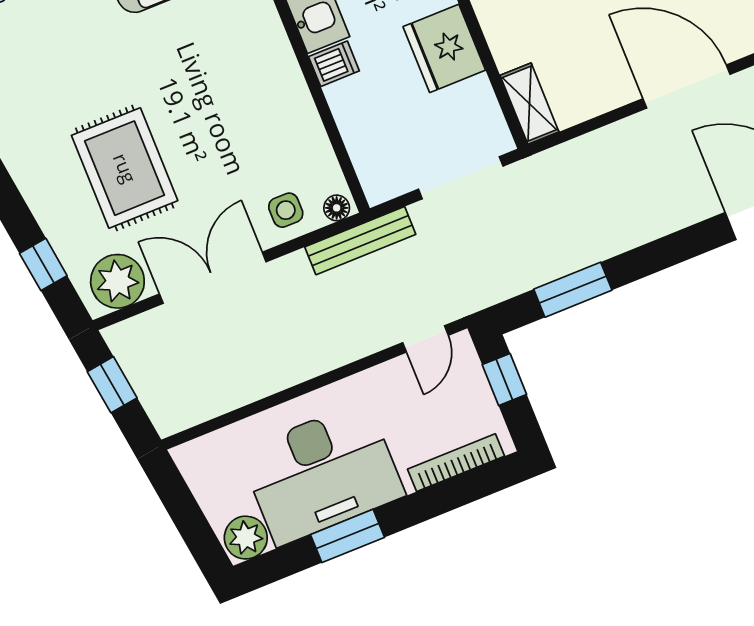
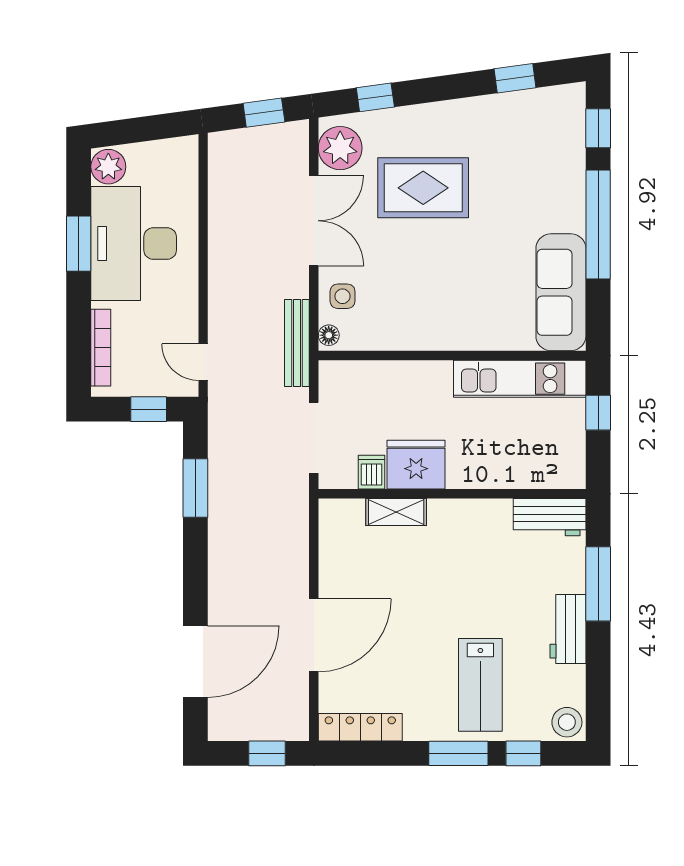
dishwasher: (334, 64) -> (371, 472), moved, turned 180
shelving: (529, 104) -> (396, 512), moved

